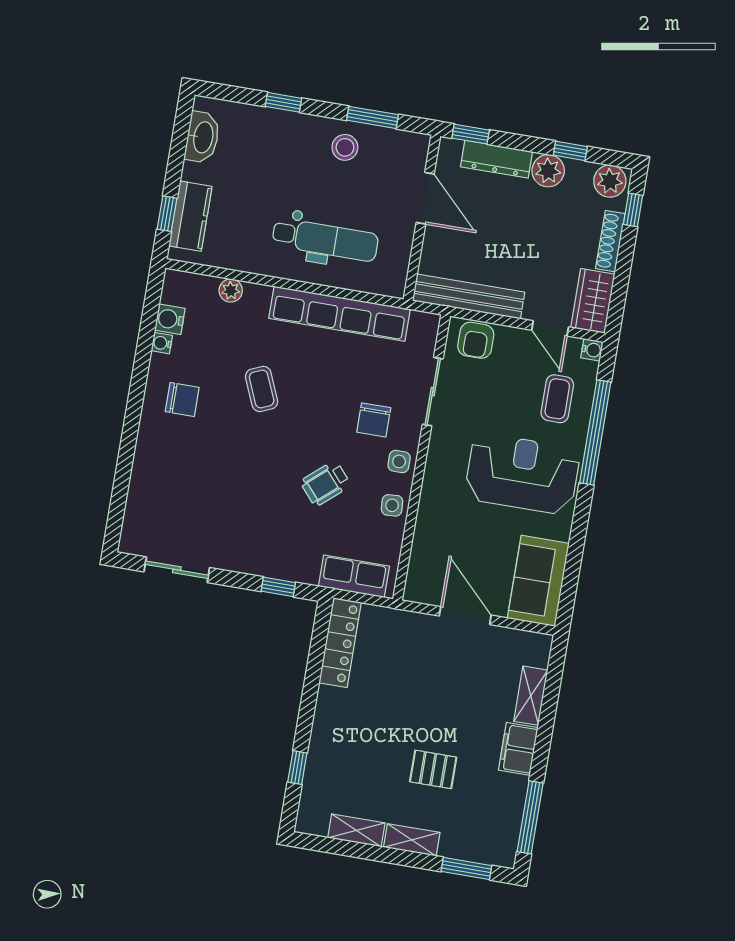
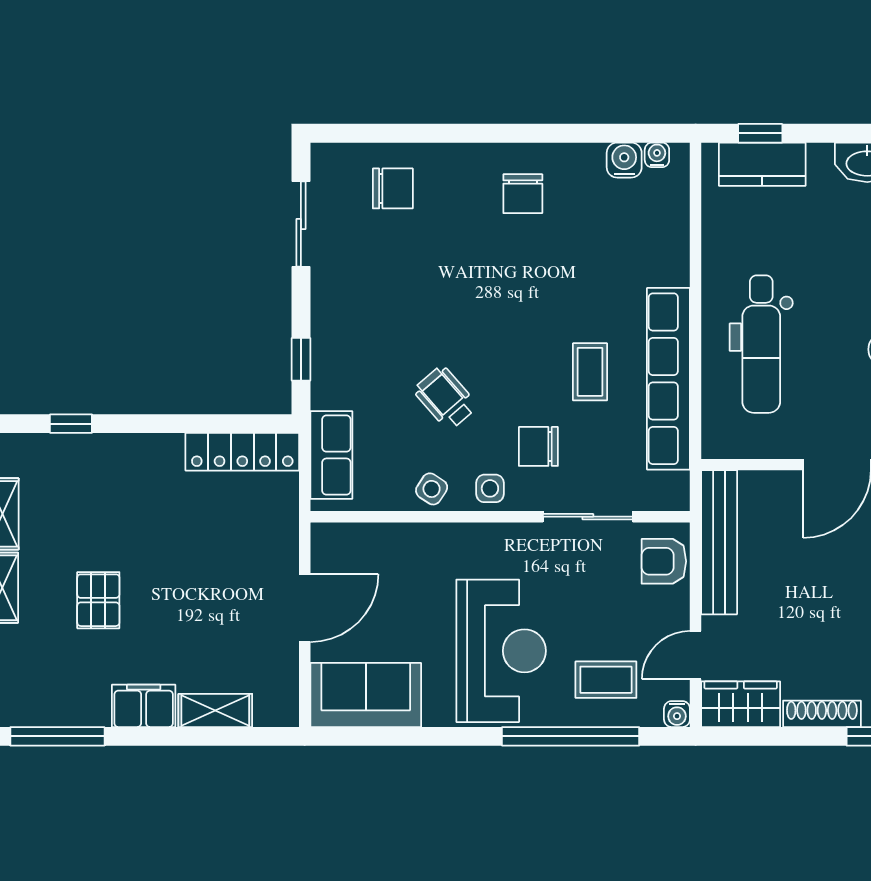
plant: (231, 290) -> (675, 233), removed
water cooler: (162, 343) -> (657, 155), moved
coffee table: (262, 389) -> (590, 372), moved, turned -67
chair: (162, 496) -> (393, 188), added
side table: (392, 505) -> (432, 489), turned 37

